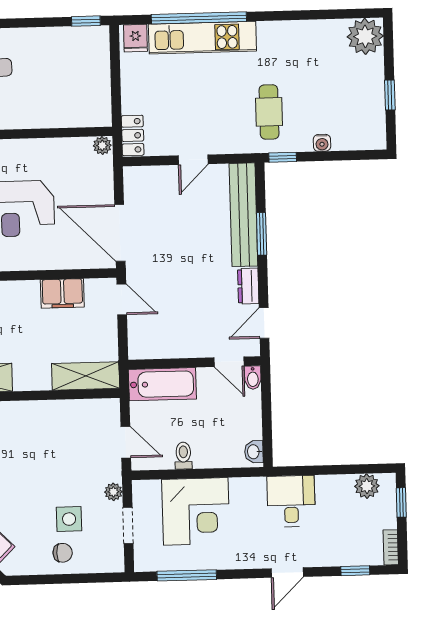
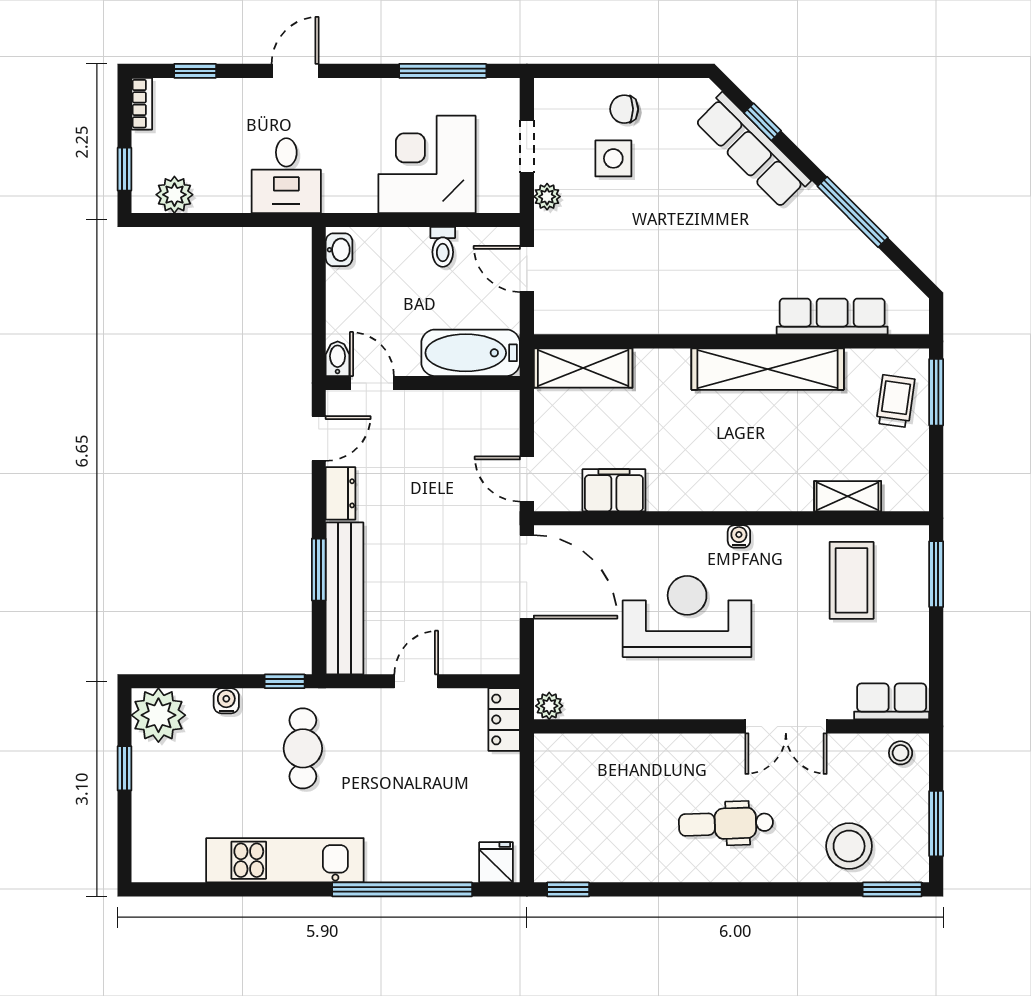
plant: (365, 36) -> (158, 715), moved
kitchen unit: (202, 38) -> (285, 860), moved

